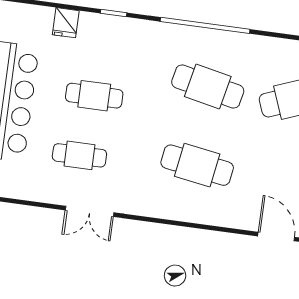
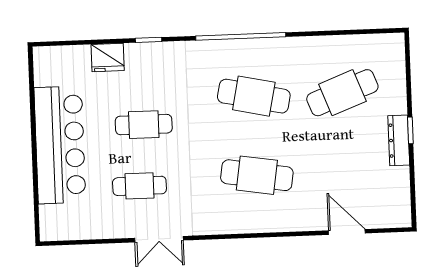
fridge: (66, 23) -> (108, 58), width x1.38

